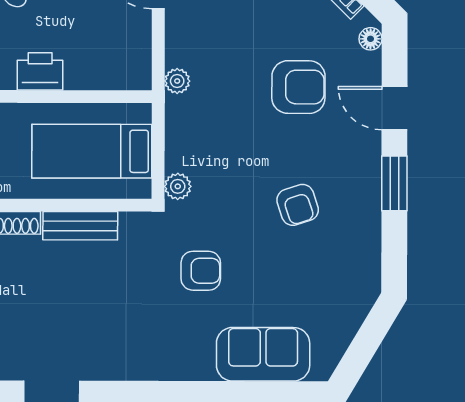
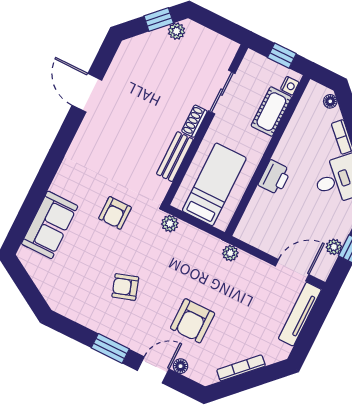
floor lamp: (371, 39) -> (181, 366), moved

